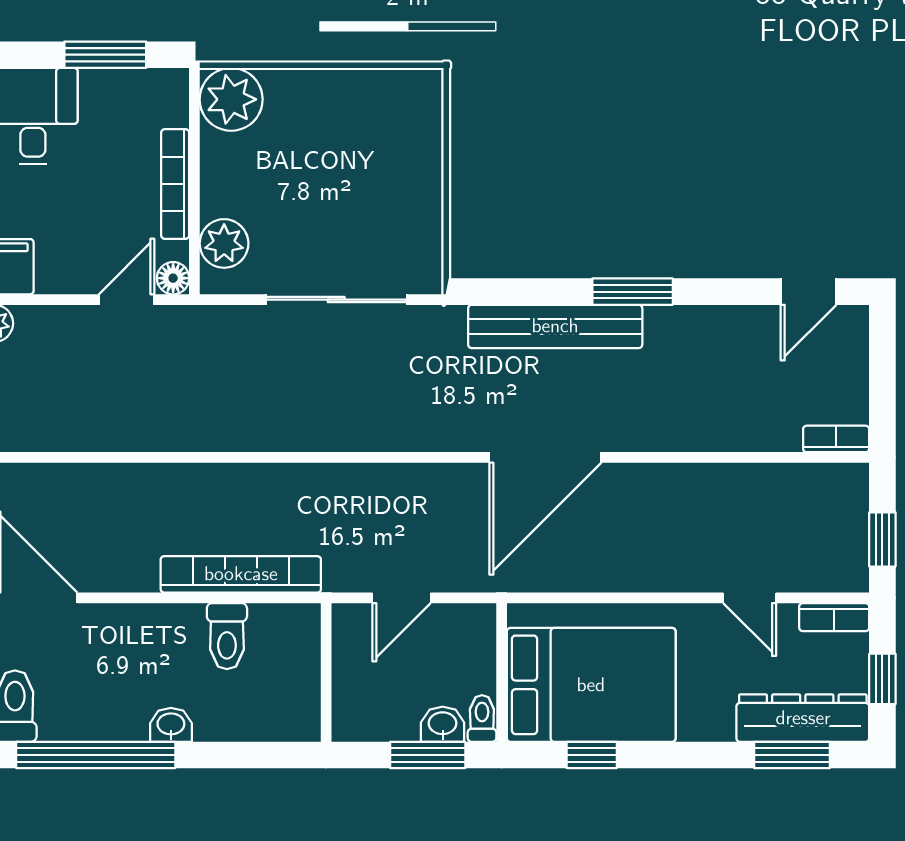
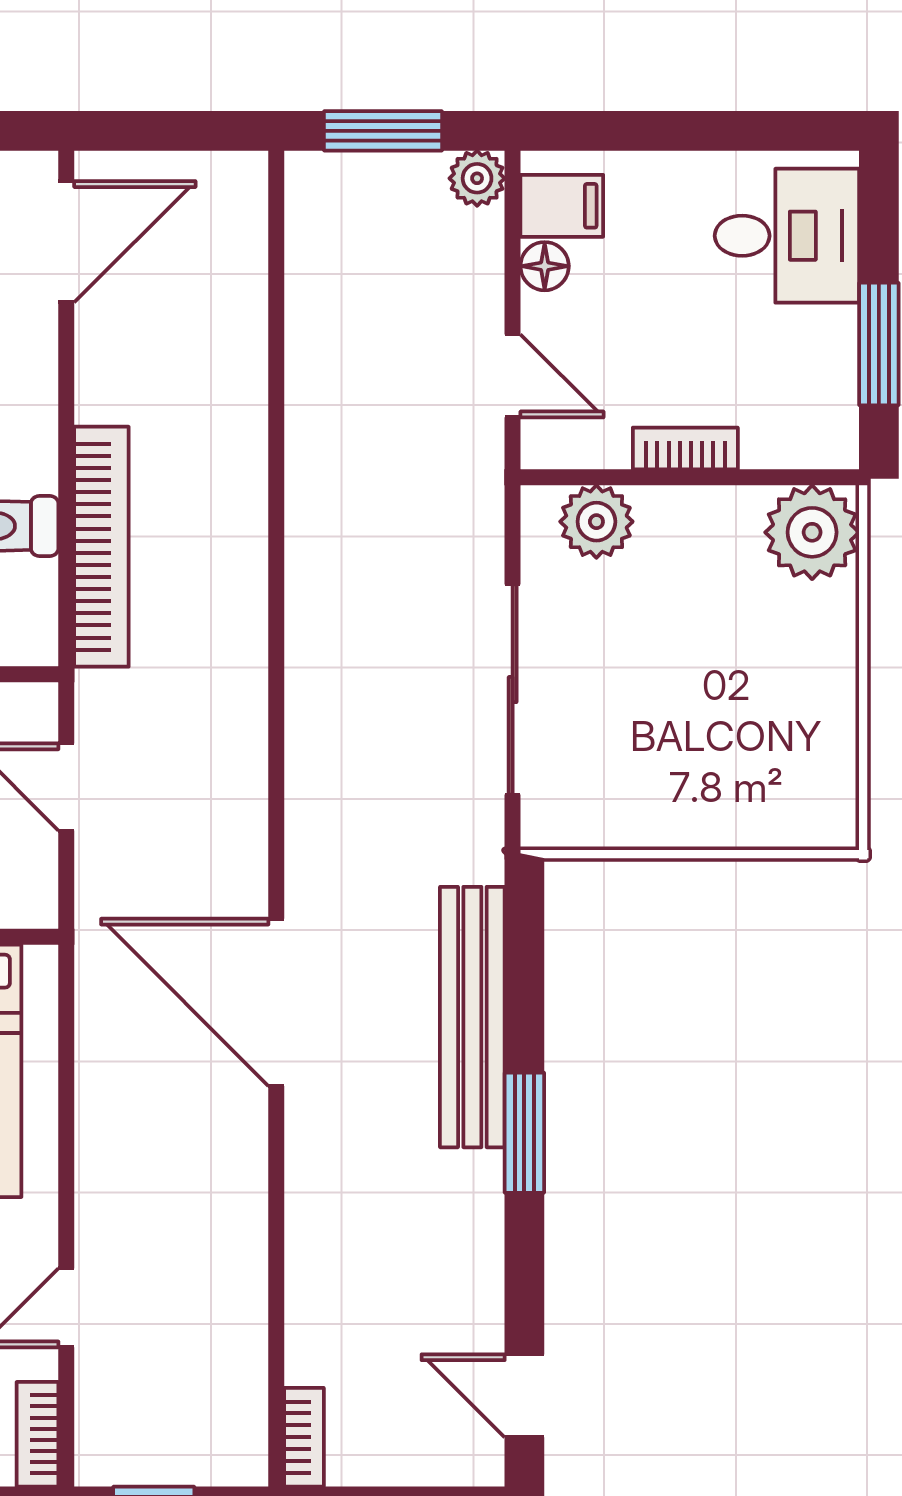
bookcase: (175, 184) -> (685, 449), width x0.64
floor lamp: (173, 278) -> (545, 266), moved

